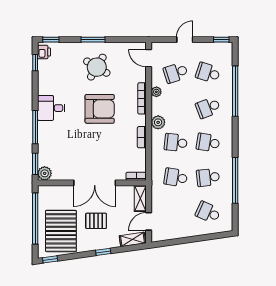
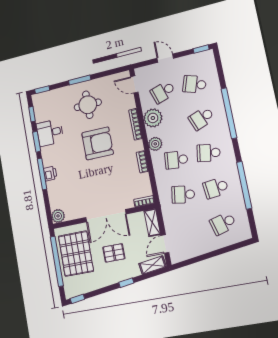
door: (185, 40) -> (165, 58), hinge flipped
printer: (44, 52) -> (50, 173), moved
round table: (97, 67) -> (88, 105), turned -31
window: (235, 91) -> (229, 113), moved
plant: (156, 92) -> (153, 118), width x1.88, depth x1.88
desk: (51, 108) -> (50, 133), moved
window: (35, 164) -> (37, 142), moved
school desk: (208, 212) -> (223, 223), turned -39
pallet: (61, 231) -> (76, 254), moved

